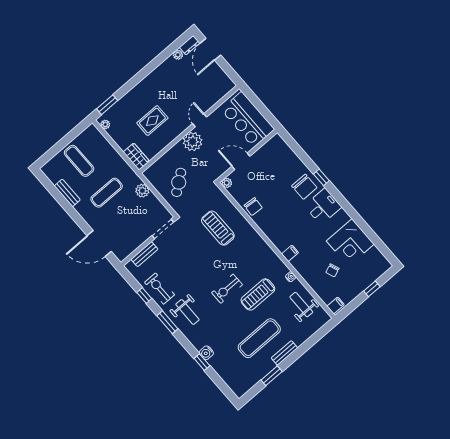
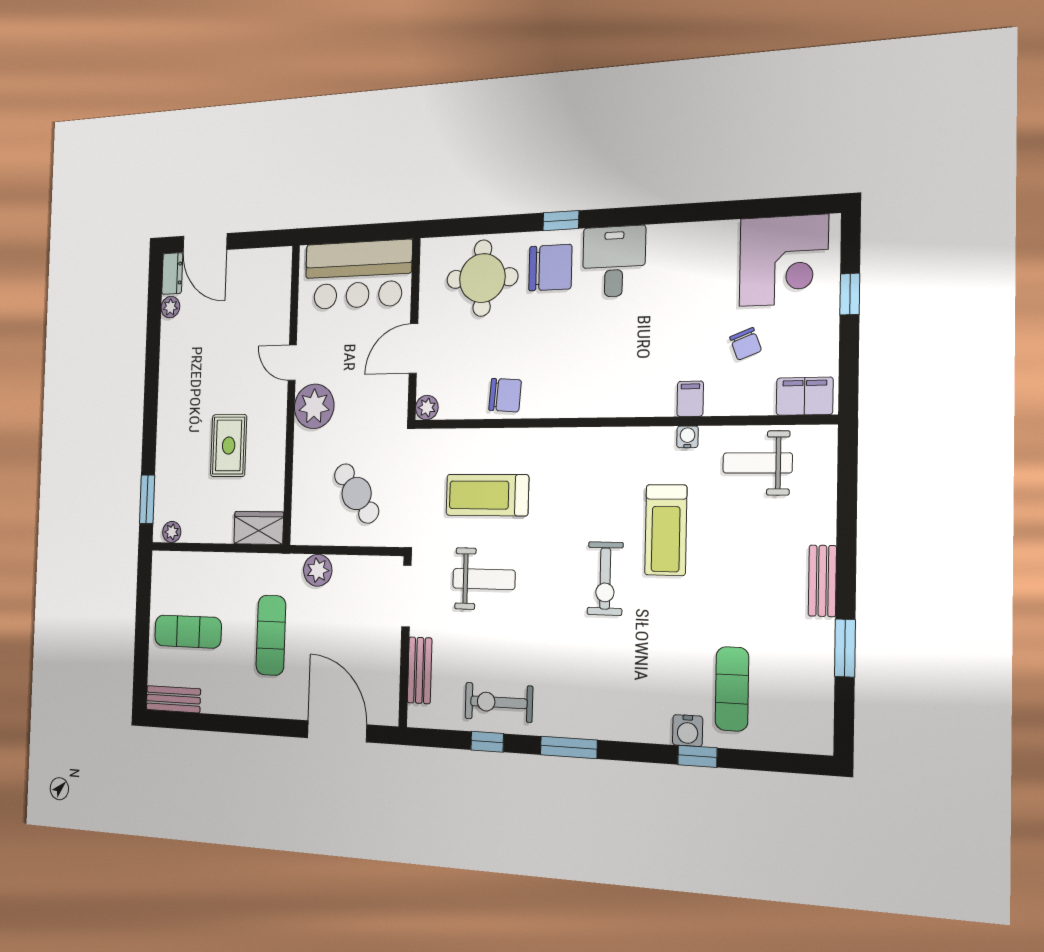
round table: (282, 166) -> (482, 278), added
bench: (67, 193) -> (173, 699), moved
corner desk: (350, 243) -> (784, 260), moved
door: (99, 244) -> (337, 731), swing flipped
filing cabinet: (290, 253) -> (690, 399), moved
filing cabinet: (336, 306) -> (805, 396), width x2.00
weight bench: (187, 312) -> (484, 579), moved
exercise mat: (259, 338) -> (732, 689), moved, width x0.73, depth x0.69

